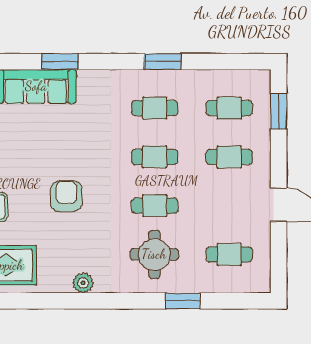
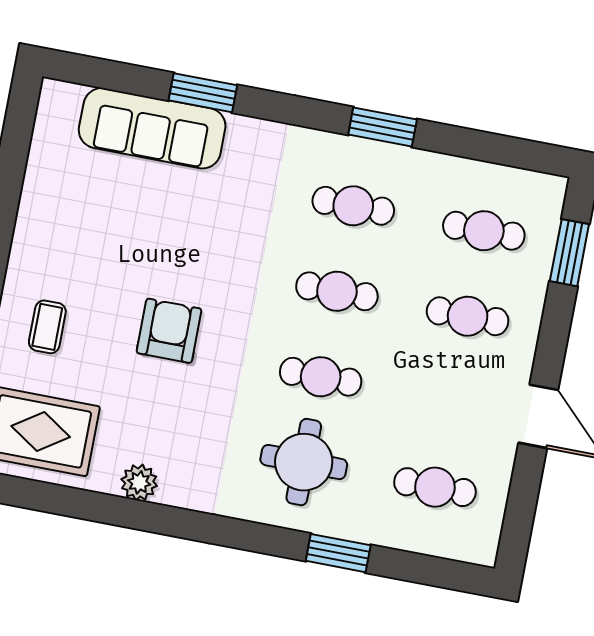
plant: (83, 283) -> (139, 482), moved

